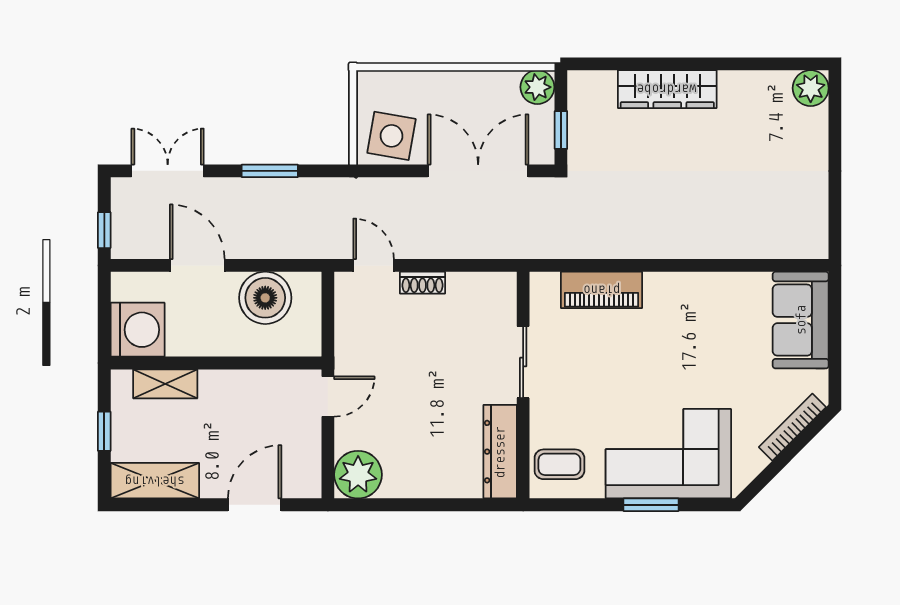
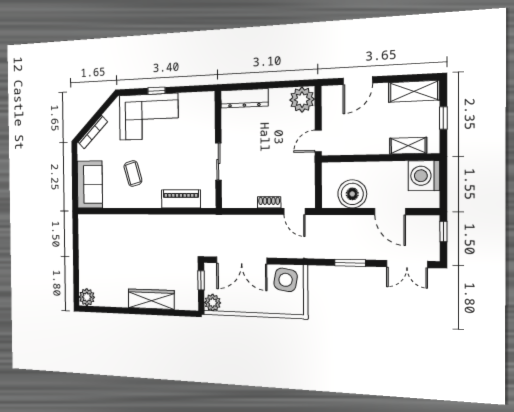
dresser: (500, 452) -> (244, 98), moved, turned 90
coffee table: (559, 464) -> (133, 173), moved, turned 74
window: (651, 505) -> (157, 91), width x0.67

